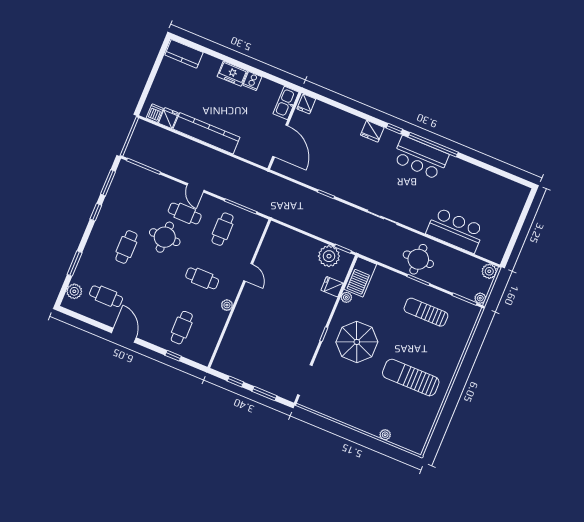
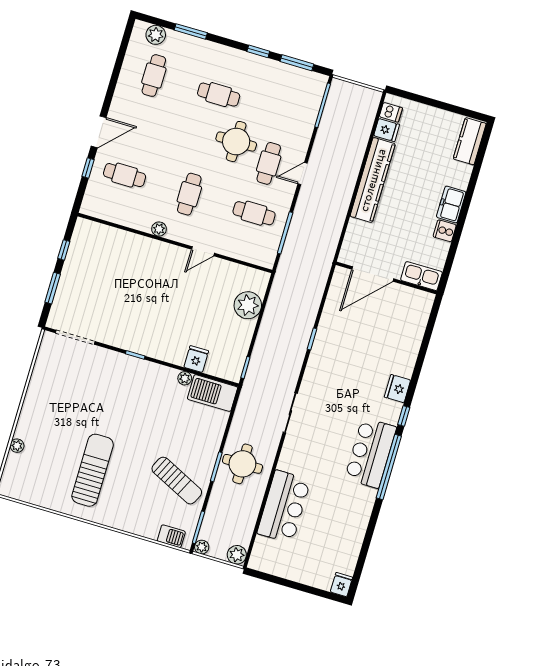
fridge: (306, 104) -> (341, 585), moved, turned 90
plant: (329, 256) -> (248, 305), moved
sun lounger: (426, 312) -> (177, 481), turned 116
barbecue: (469, 321) -> (171, 536), added
door: (124, 335) -> (99, 132), moved
parasol: (357, 342) -> (130, 398), removed

